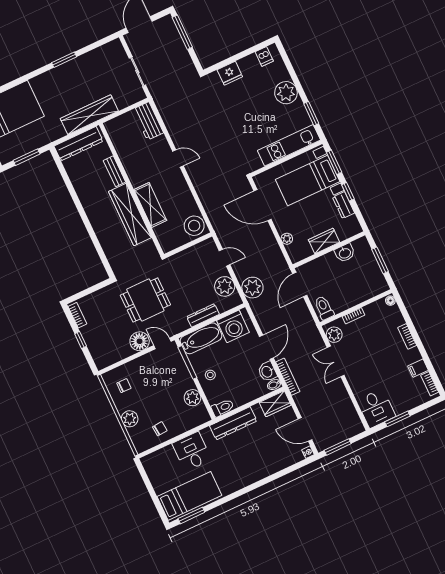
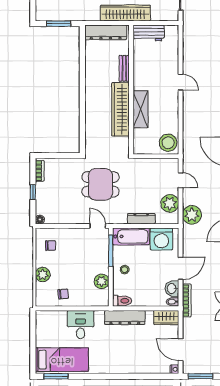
workbench: (148, 121) -> (149, 33), moved, turned -90
floor lamp: (140, 341) -> (40, 220), moved, width x0.53, depth x0.53

